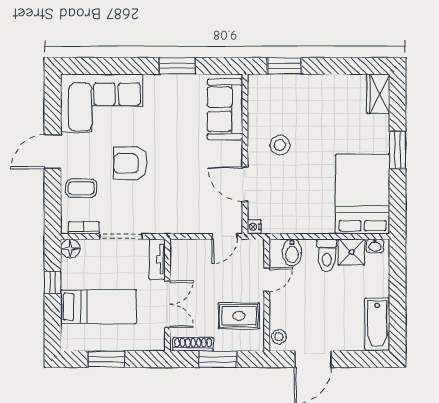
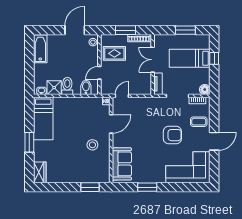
door: (245, 184) -> (111, 124), hinge flipped
bed: (363, 194) -> (43, 119), width x0.67
window: (53, 282) -> (214, 58), moved

